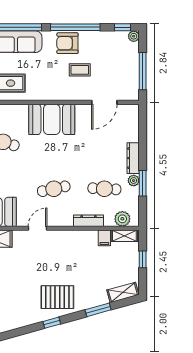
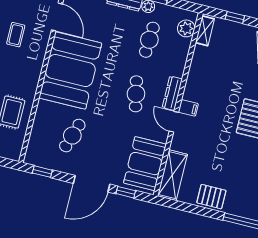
booth: (52, 119) -> (70, 71), width x1.36, depth x1.42
dresser: (89, 221) -> (172, 93), moved
filing cabinet: (104, 238) -> (188, 108), moved

